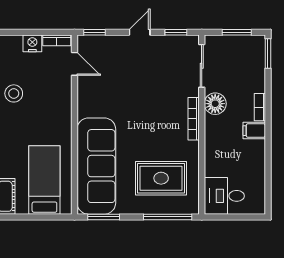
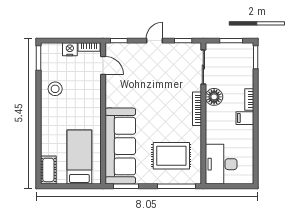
desk: (224, 196) -> (221, 164), width x1.37

